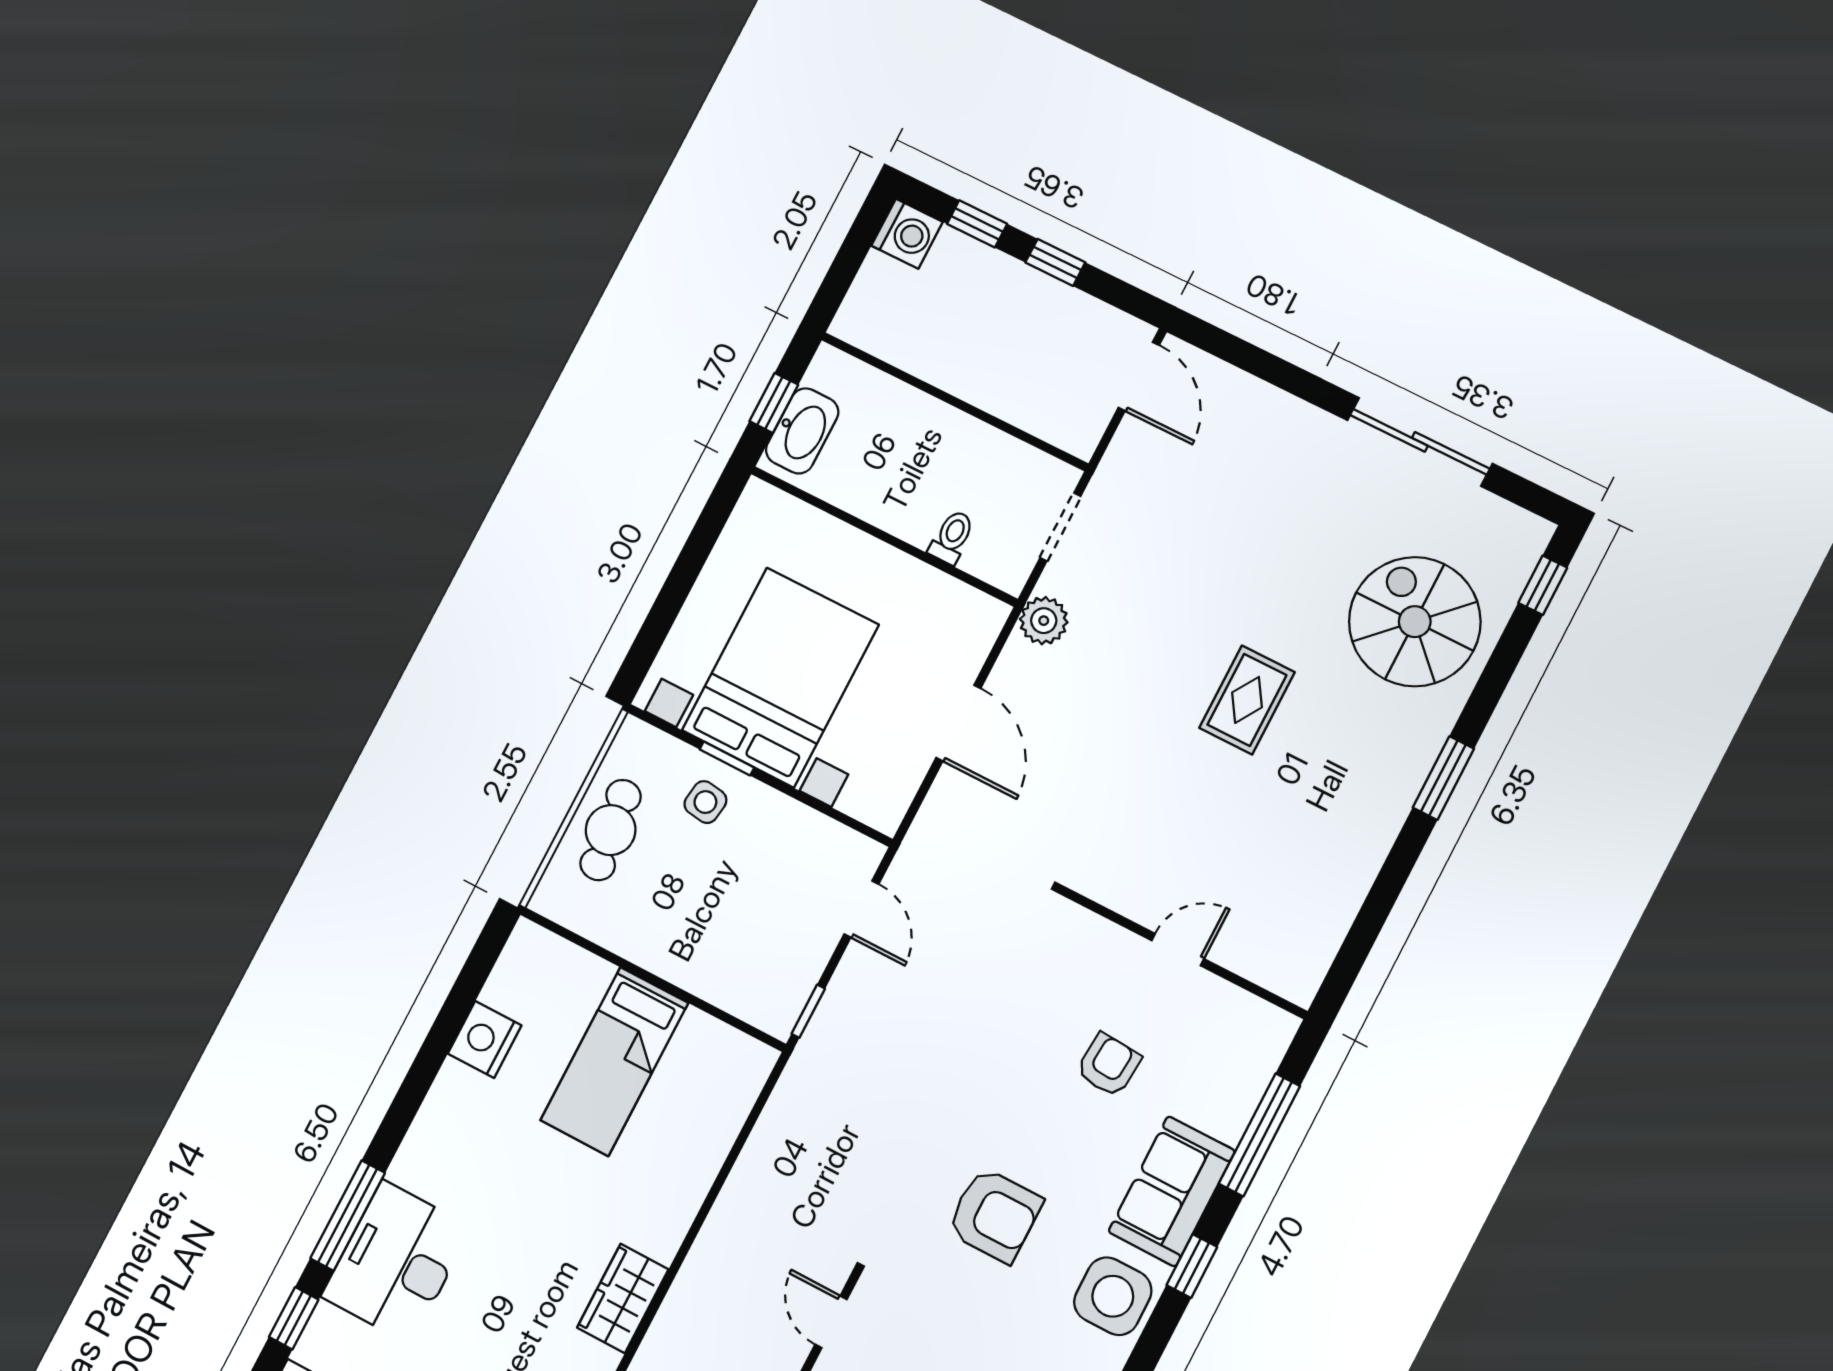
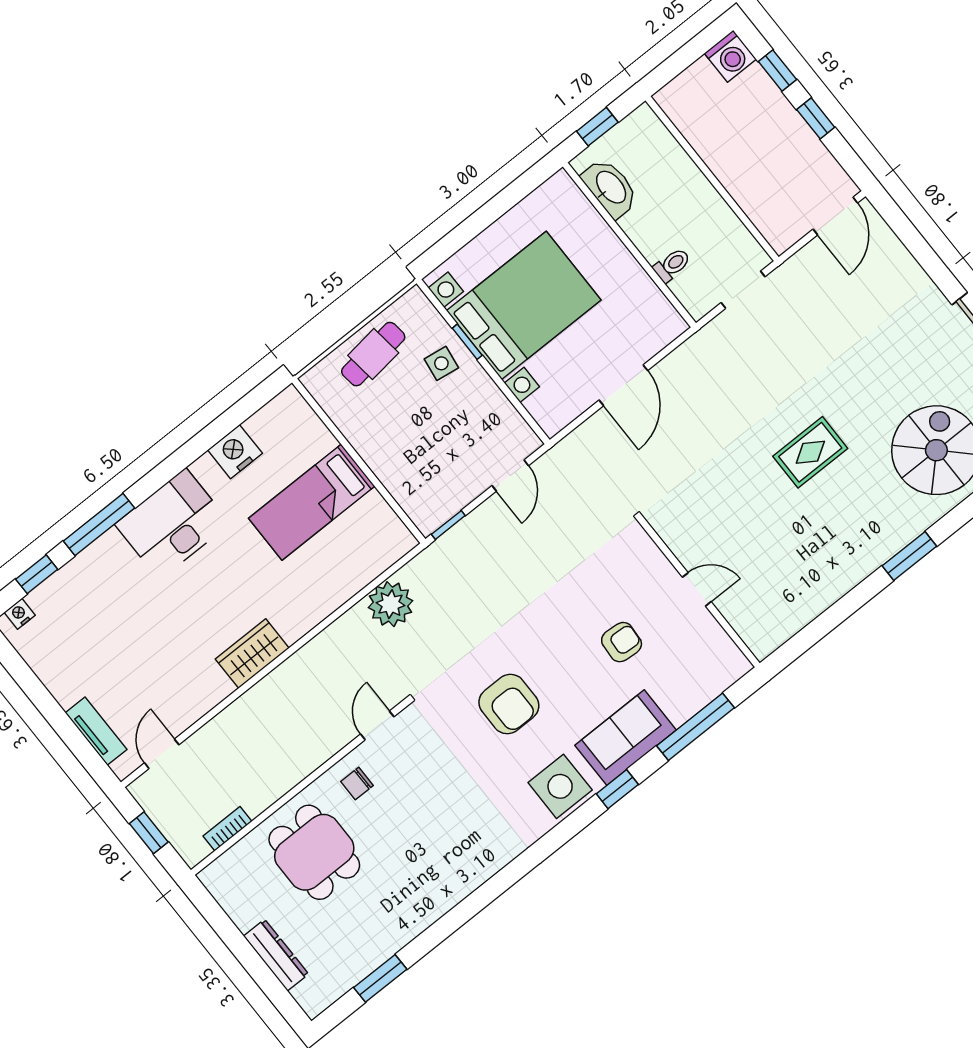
washbasin: (802, 431) -> (610, 188), moved, turned -90
plant: (1044, 621) -> (390, 604), moved, width x1.36, depth x1.36
desk: (396, 1262) -> (173, 524), moved

